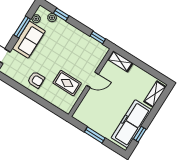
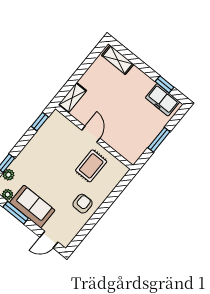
freezer: (131, 124) -> (163, 100), width x0.52, depth x0.79

